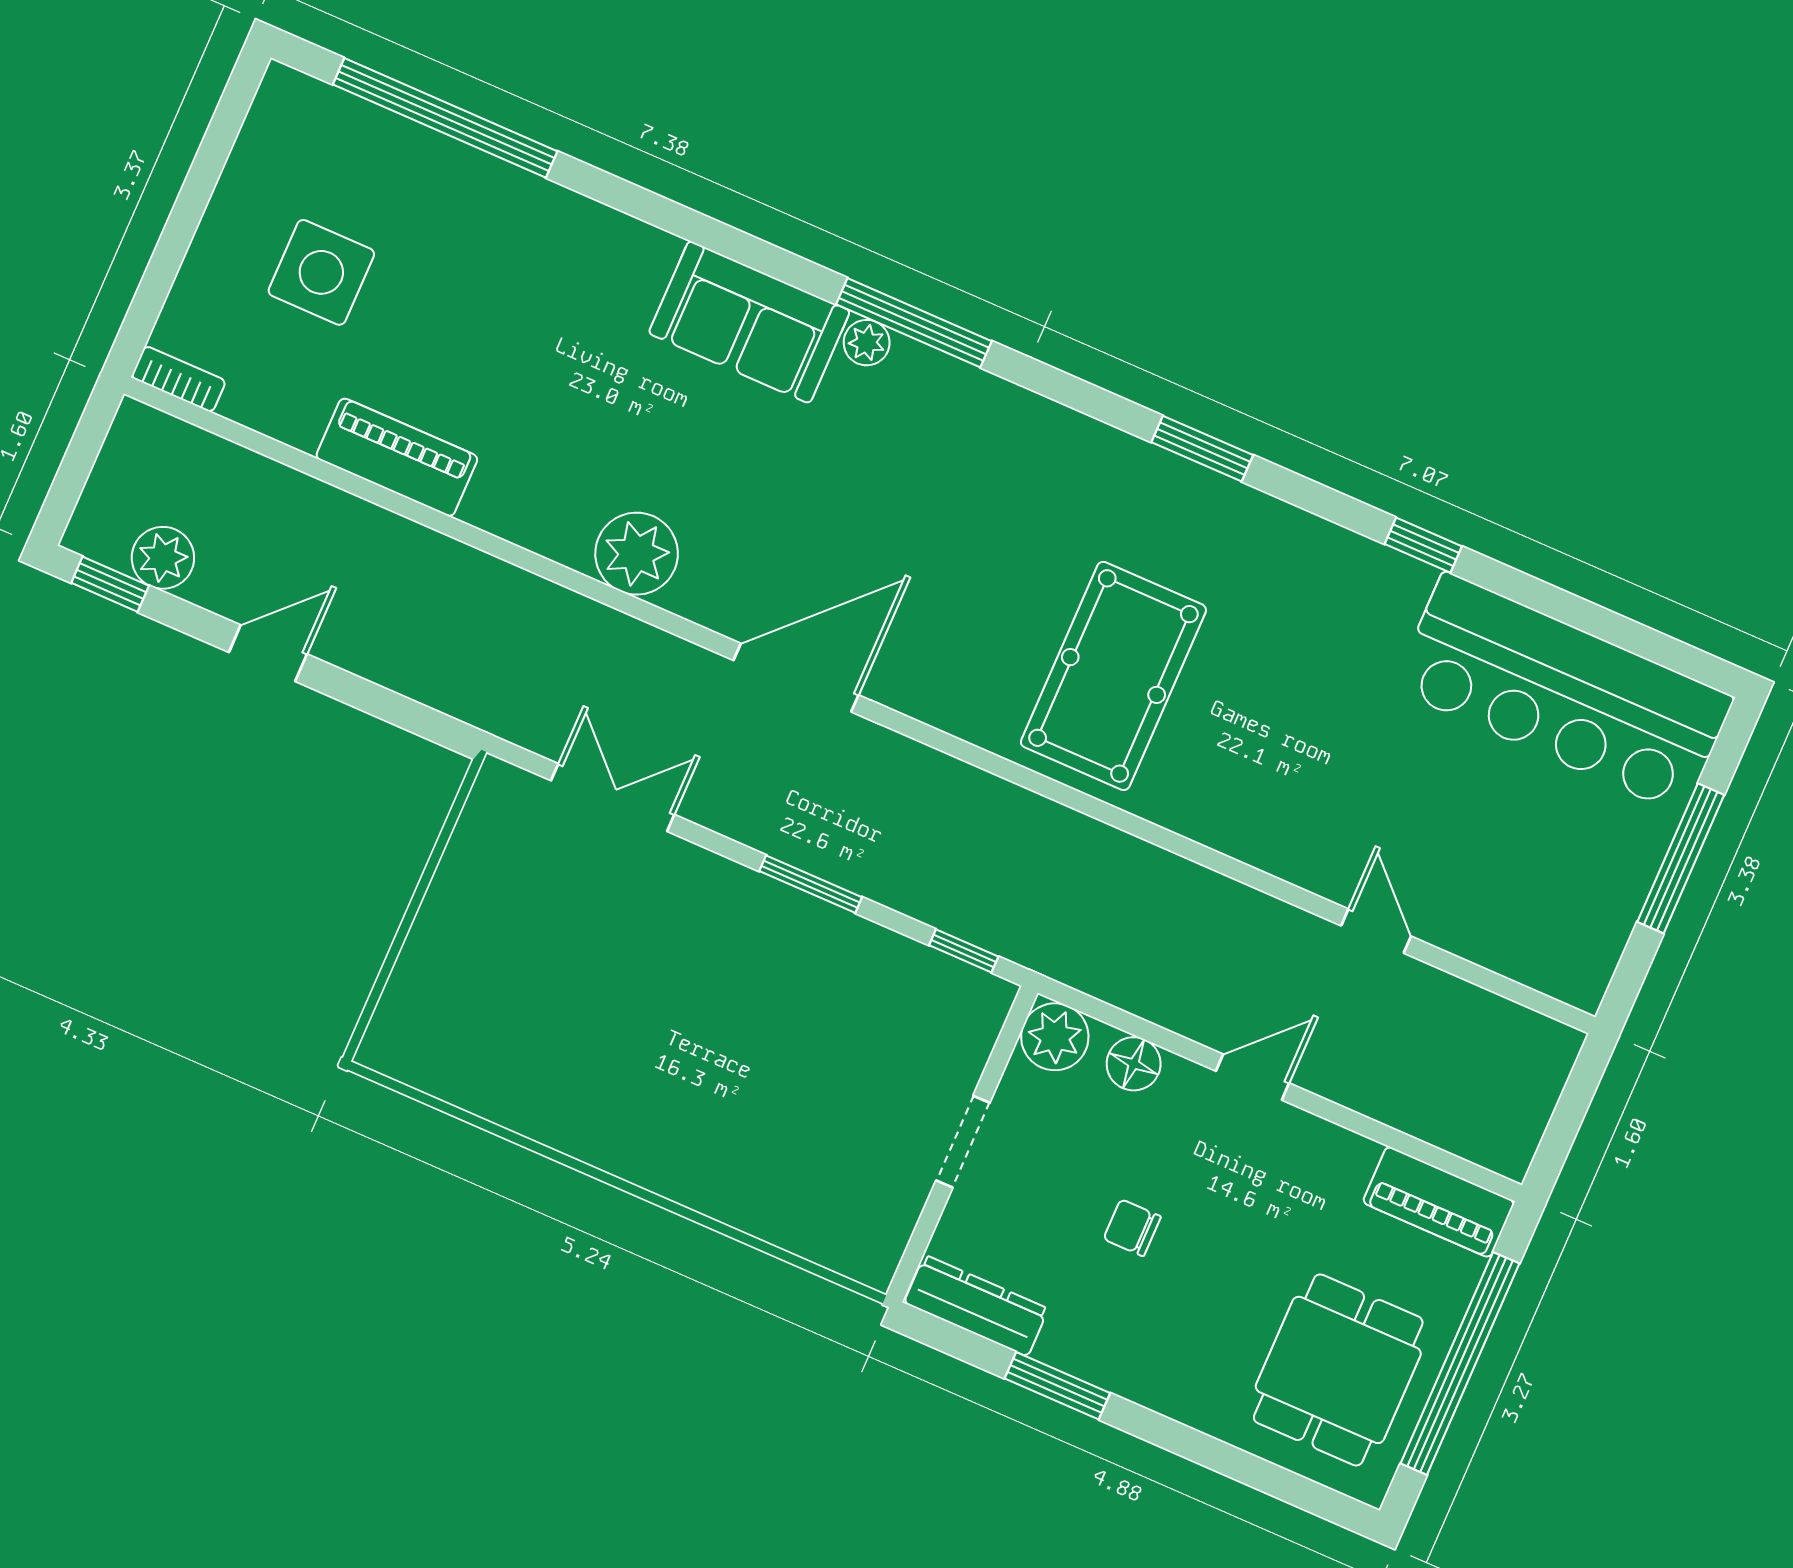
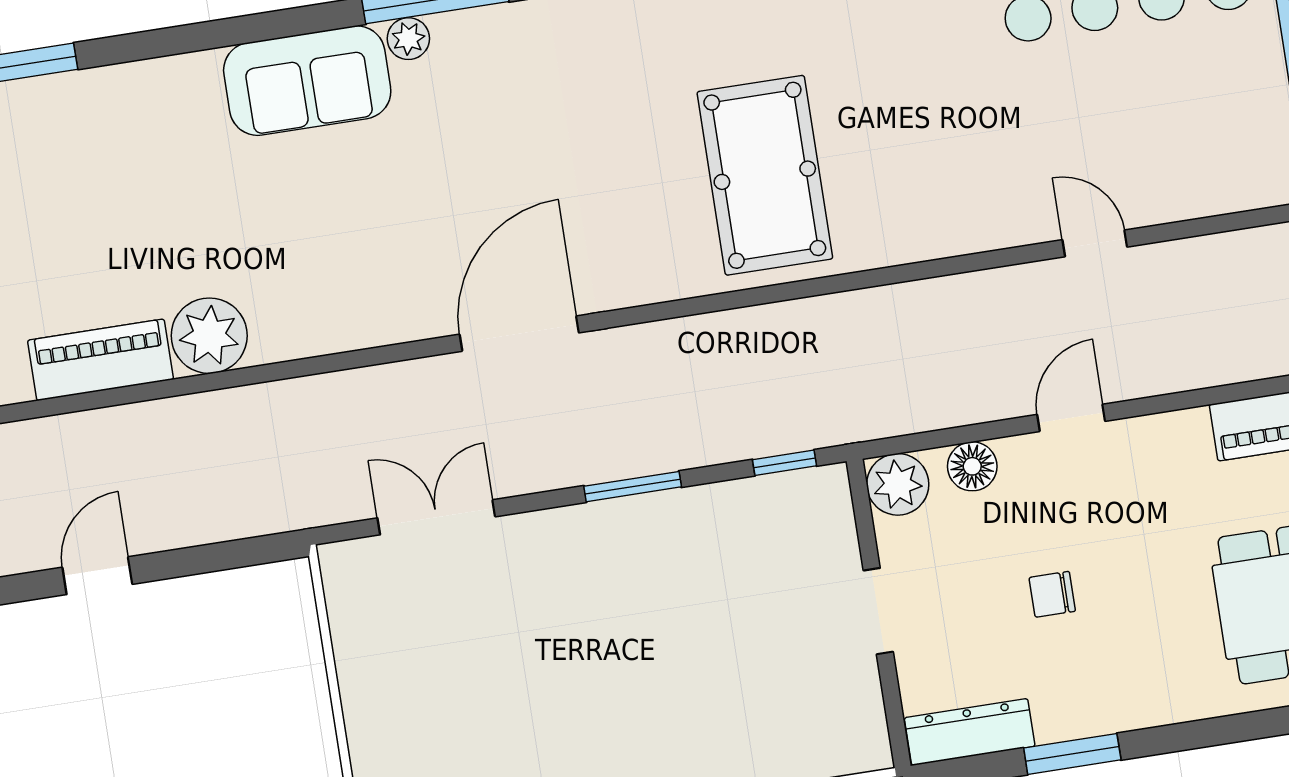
plant: (637, 554) -> (209, 336), moved

